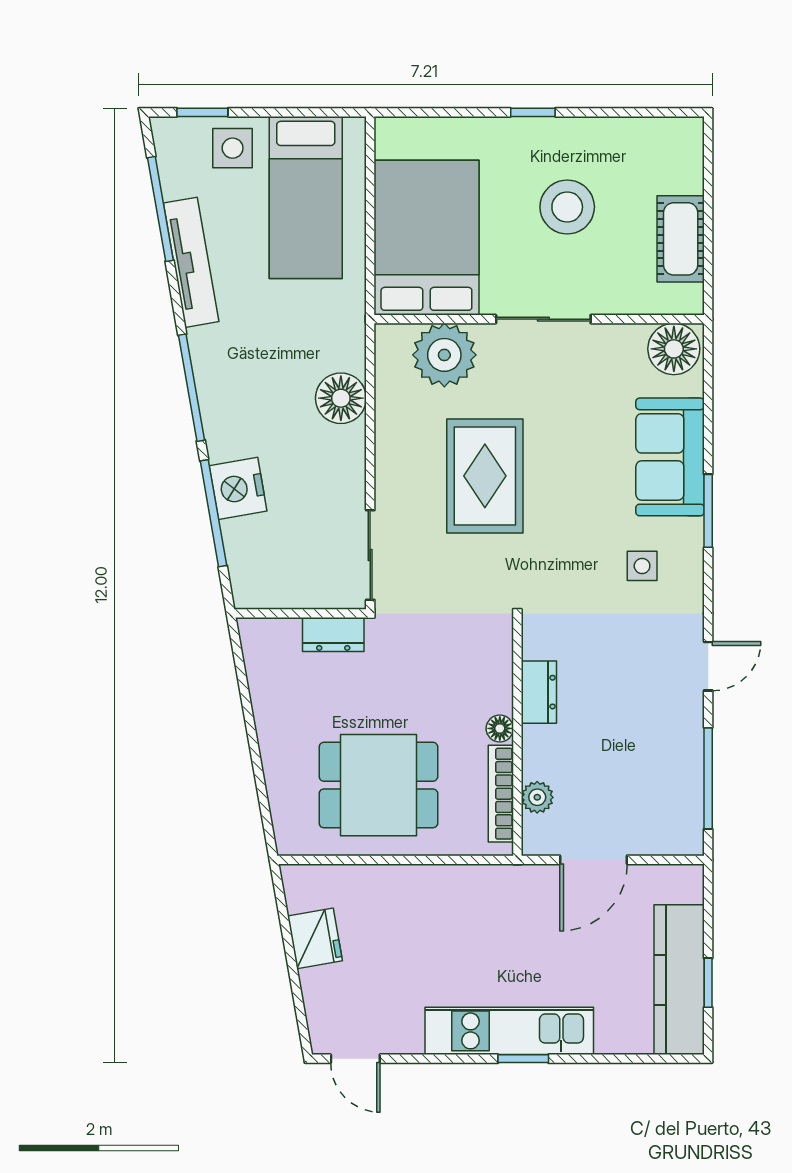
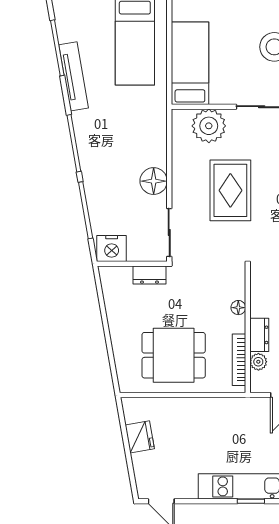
side table: (233, 148) -> (96, 15), removed
bed: (426, 238) -> (190, 63), width x0.67
floor lamp: (341, 398) -> (154, 181), moved
nightstand: (238, 488) -> (112, 248), moved, turned -80
dresser: (539, 692) -> (259, 335), moved
floor lamp: (500, 728) -> (238, 308), moved

